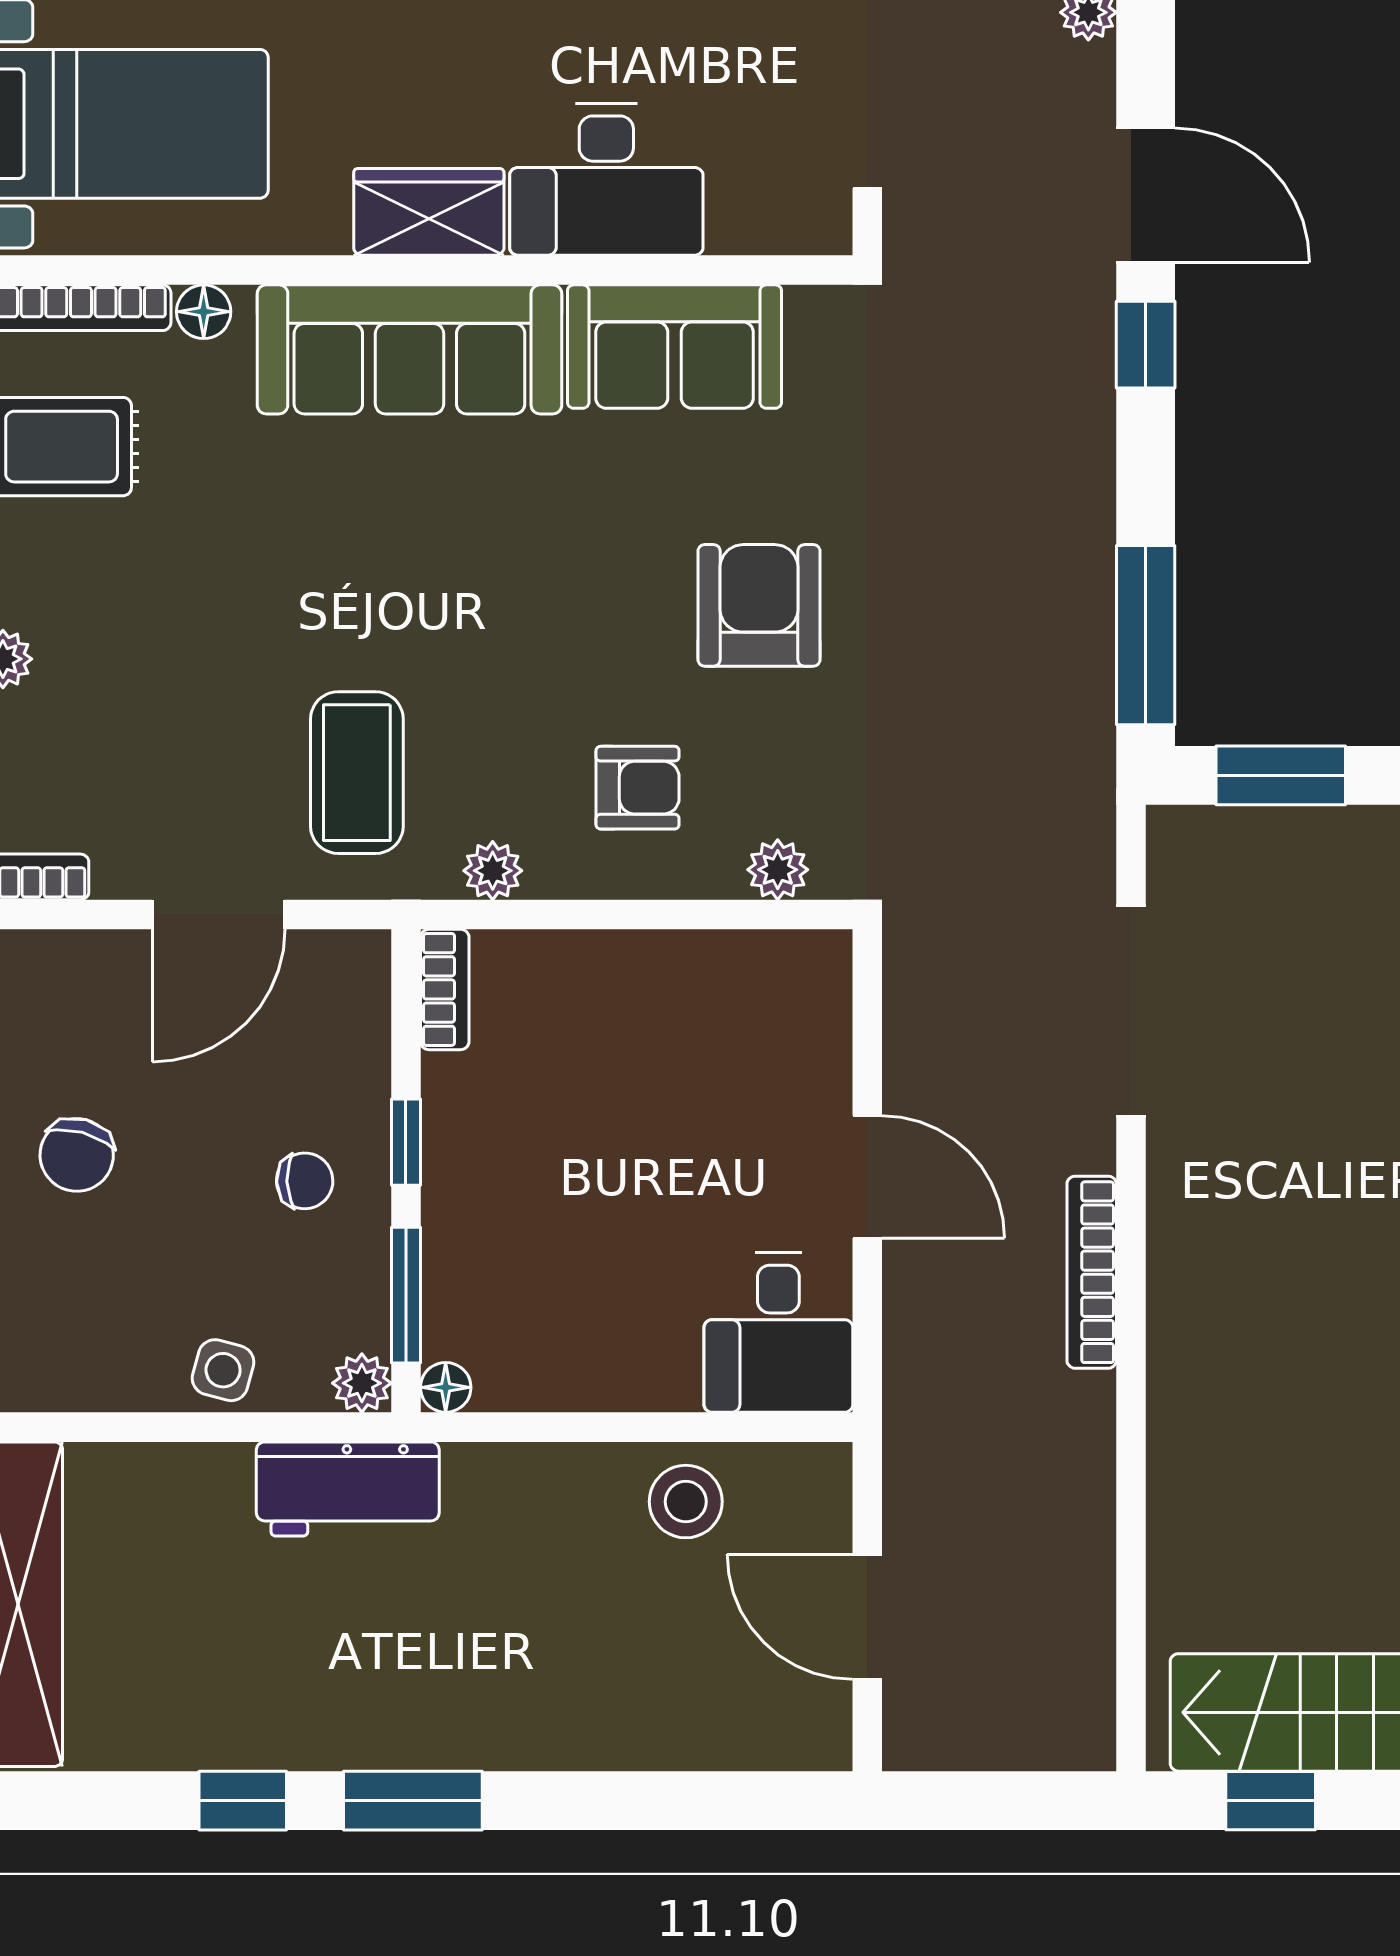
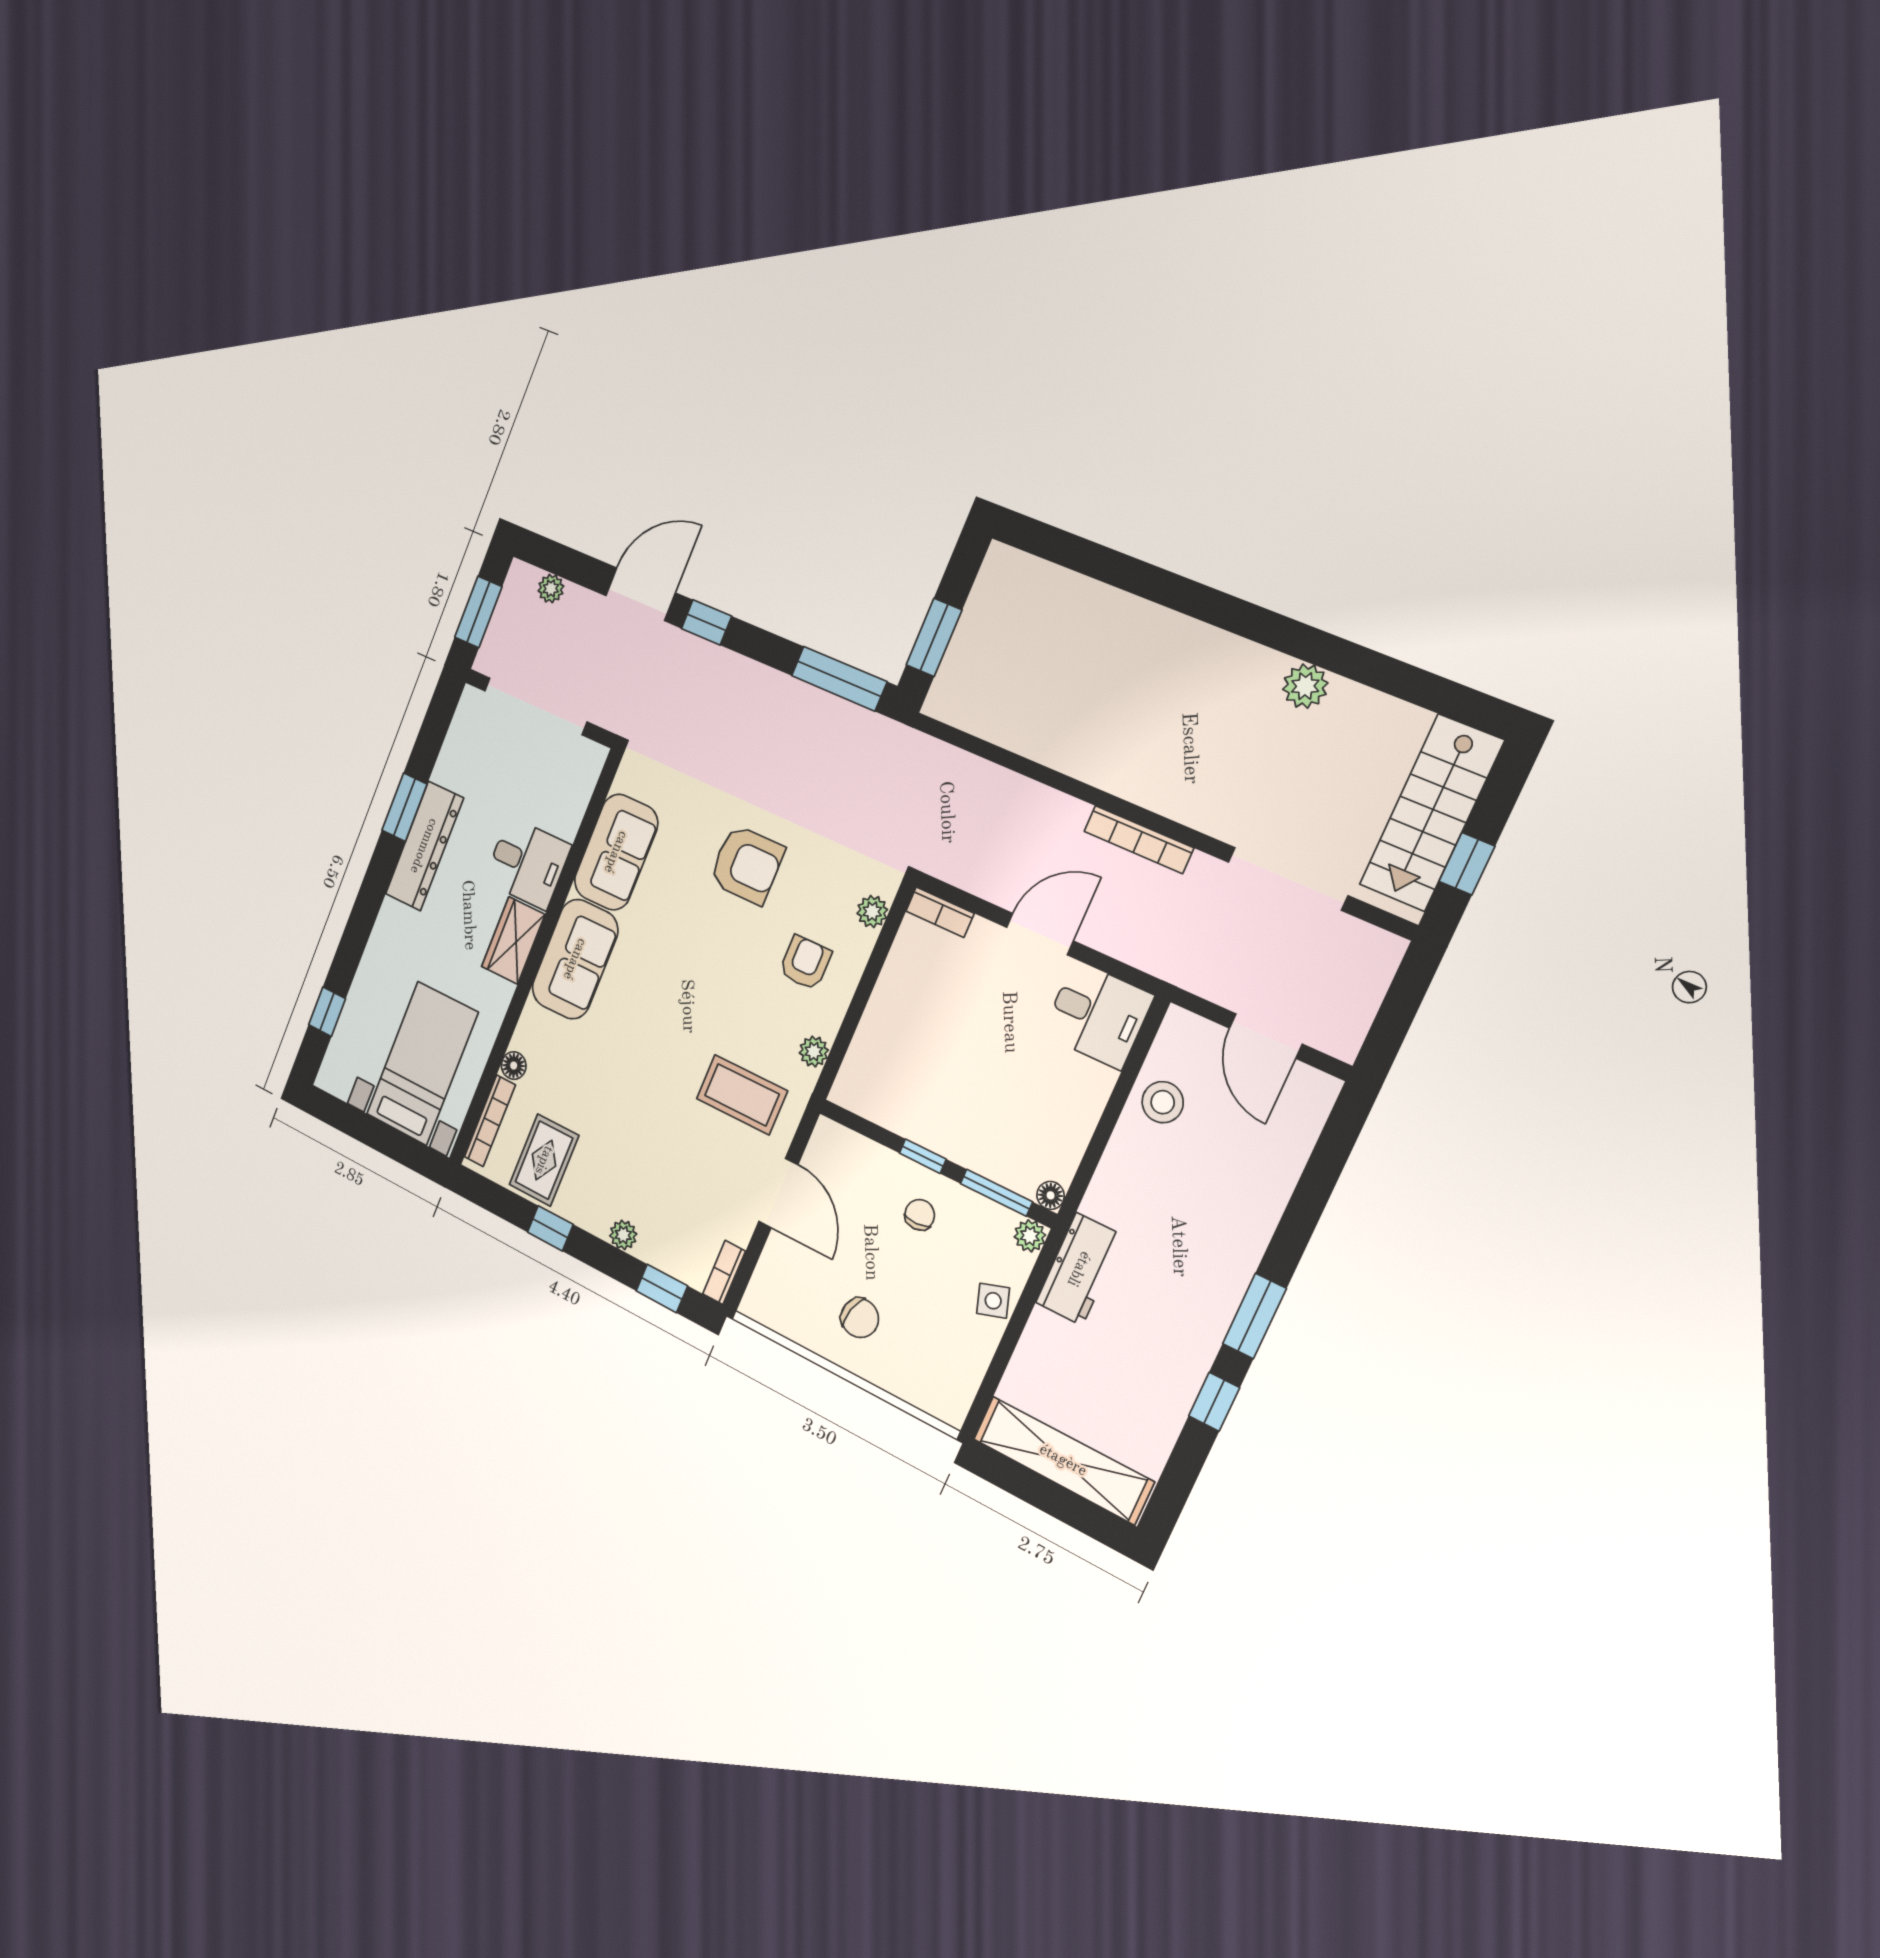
desk: (606, 180) -> (527, 863), width x0.73
sofa: (409, 349) -> (575, 959), width x0.73
armchair: (759, 605) -> (747, 865), turned 180
bookcase: (445, 989) -> (940, 912), moved, turned 180
doorway: (1131, 1011) -> (1288, 879), moved
side table: (223, 1370) -> (993, 1301), turned -33
door: (867, 1617) -> (1266, 1036), hinge flipped

